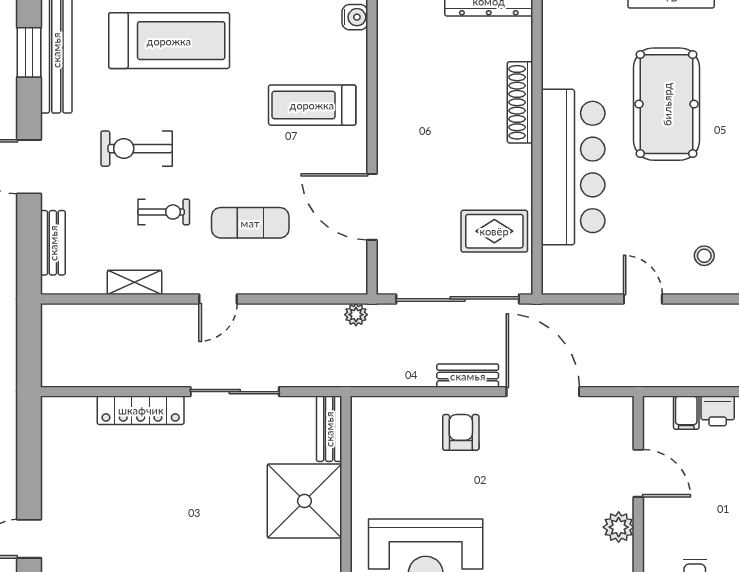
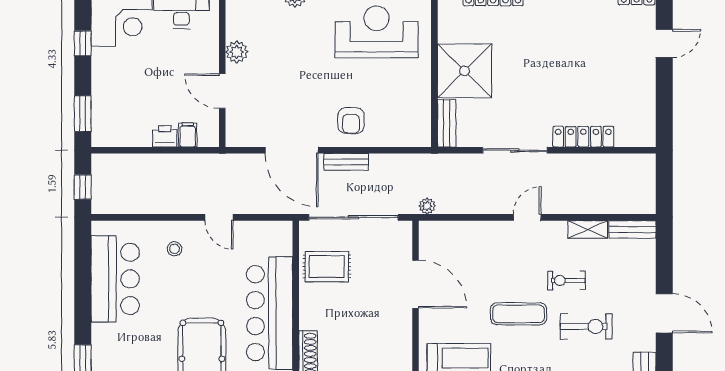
exercise mat: (250, 223) -> (519, 314), moved
bench: (53, 243) -> (632, 229), moved, turned 90

